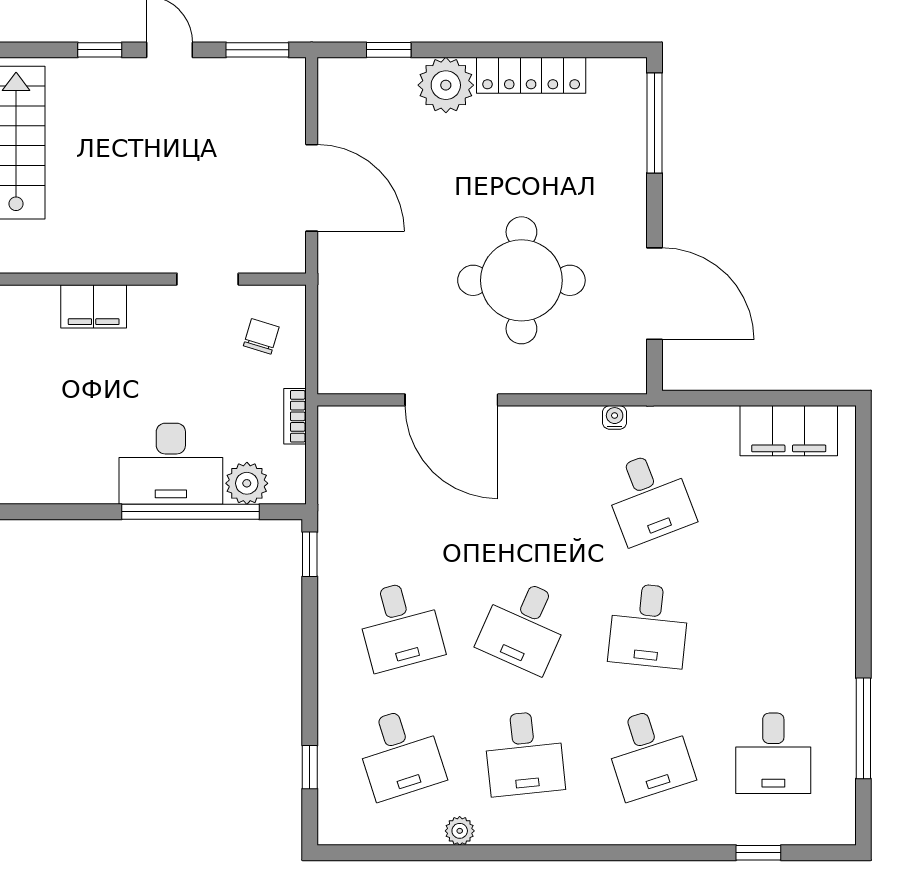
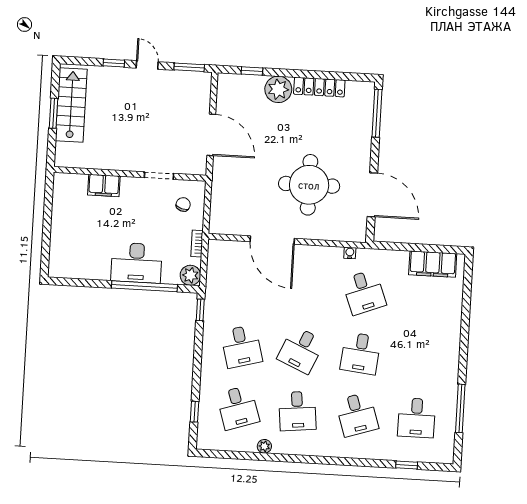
plant: (247, 483) -> (190, 275), moved

